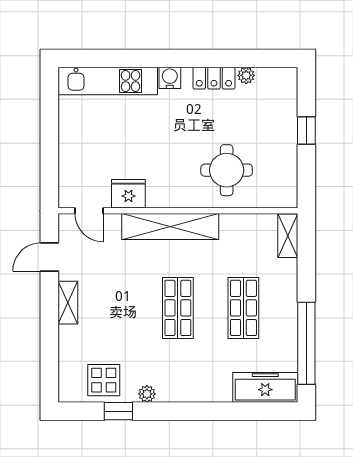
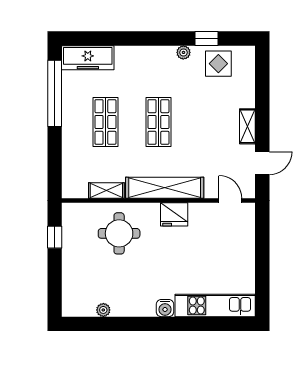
locker: (214, 78) -> (129, 308), removed
window: (306, 131) -> (55, 237), moved
fridge: (128, 194) -> (174, 214), moved
shelving: (288, 236) -> (106, 190), moved, turned 90

